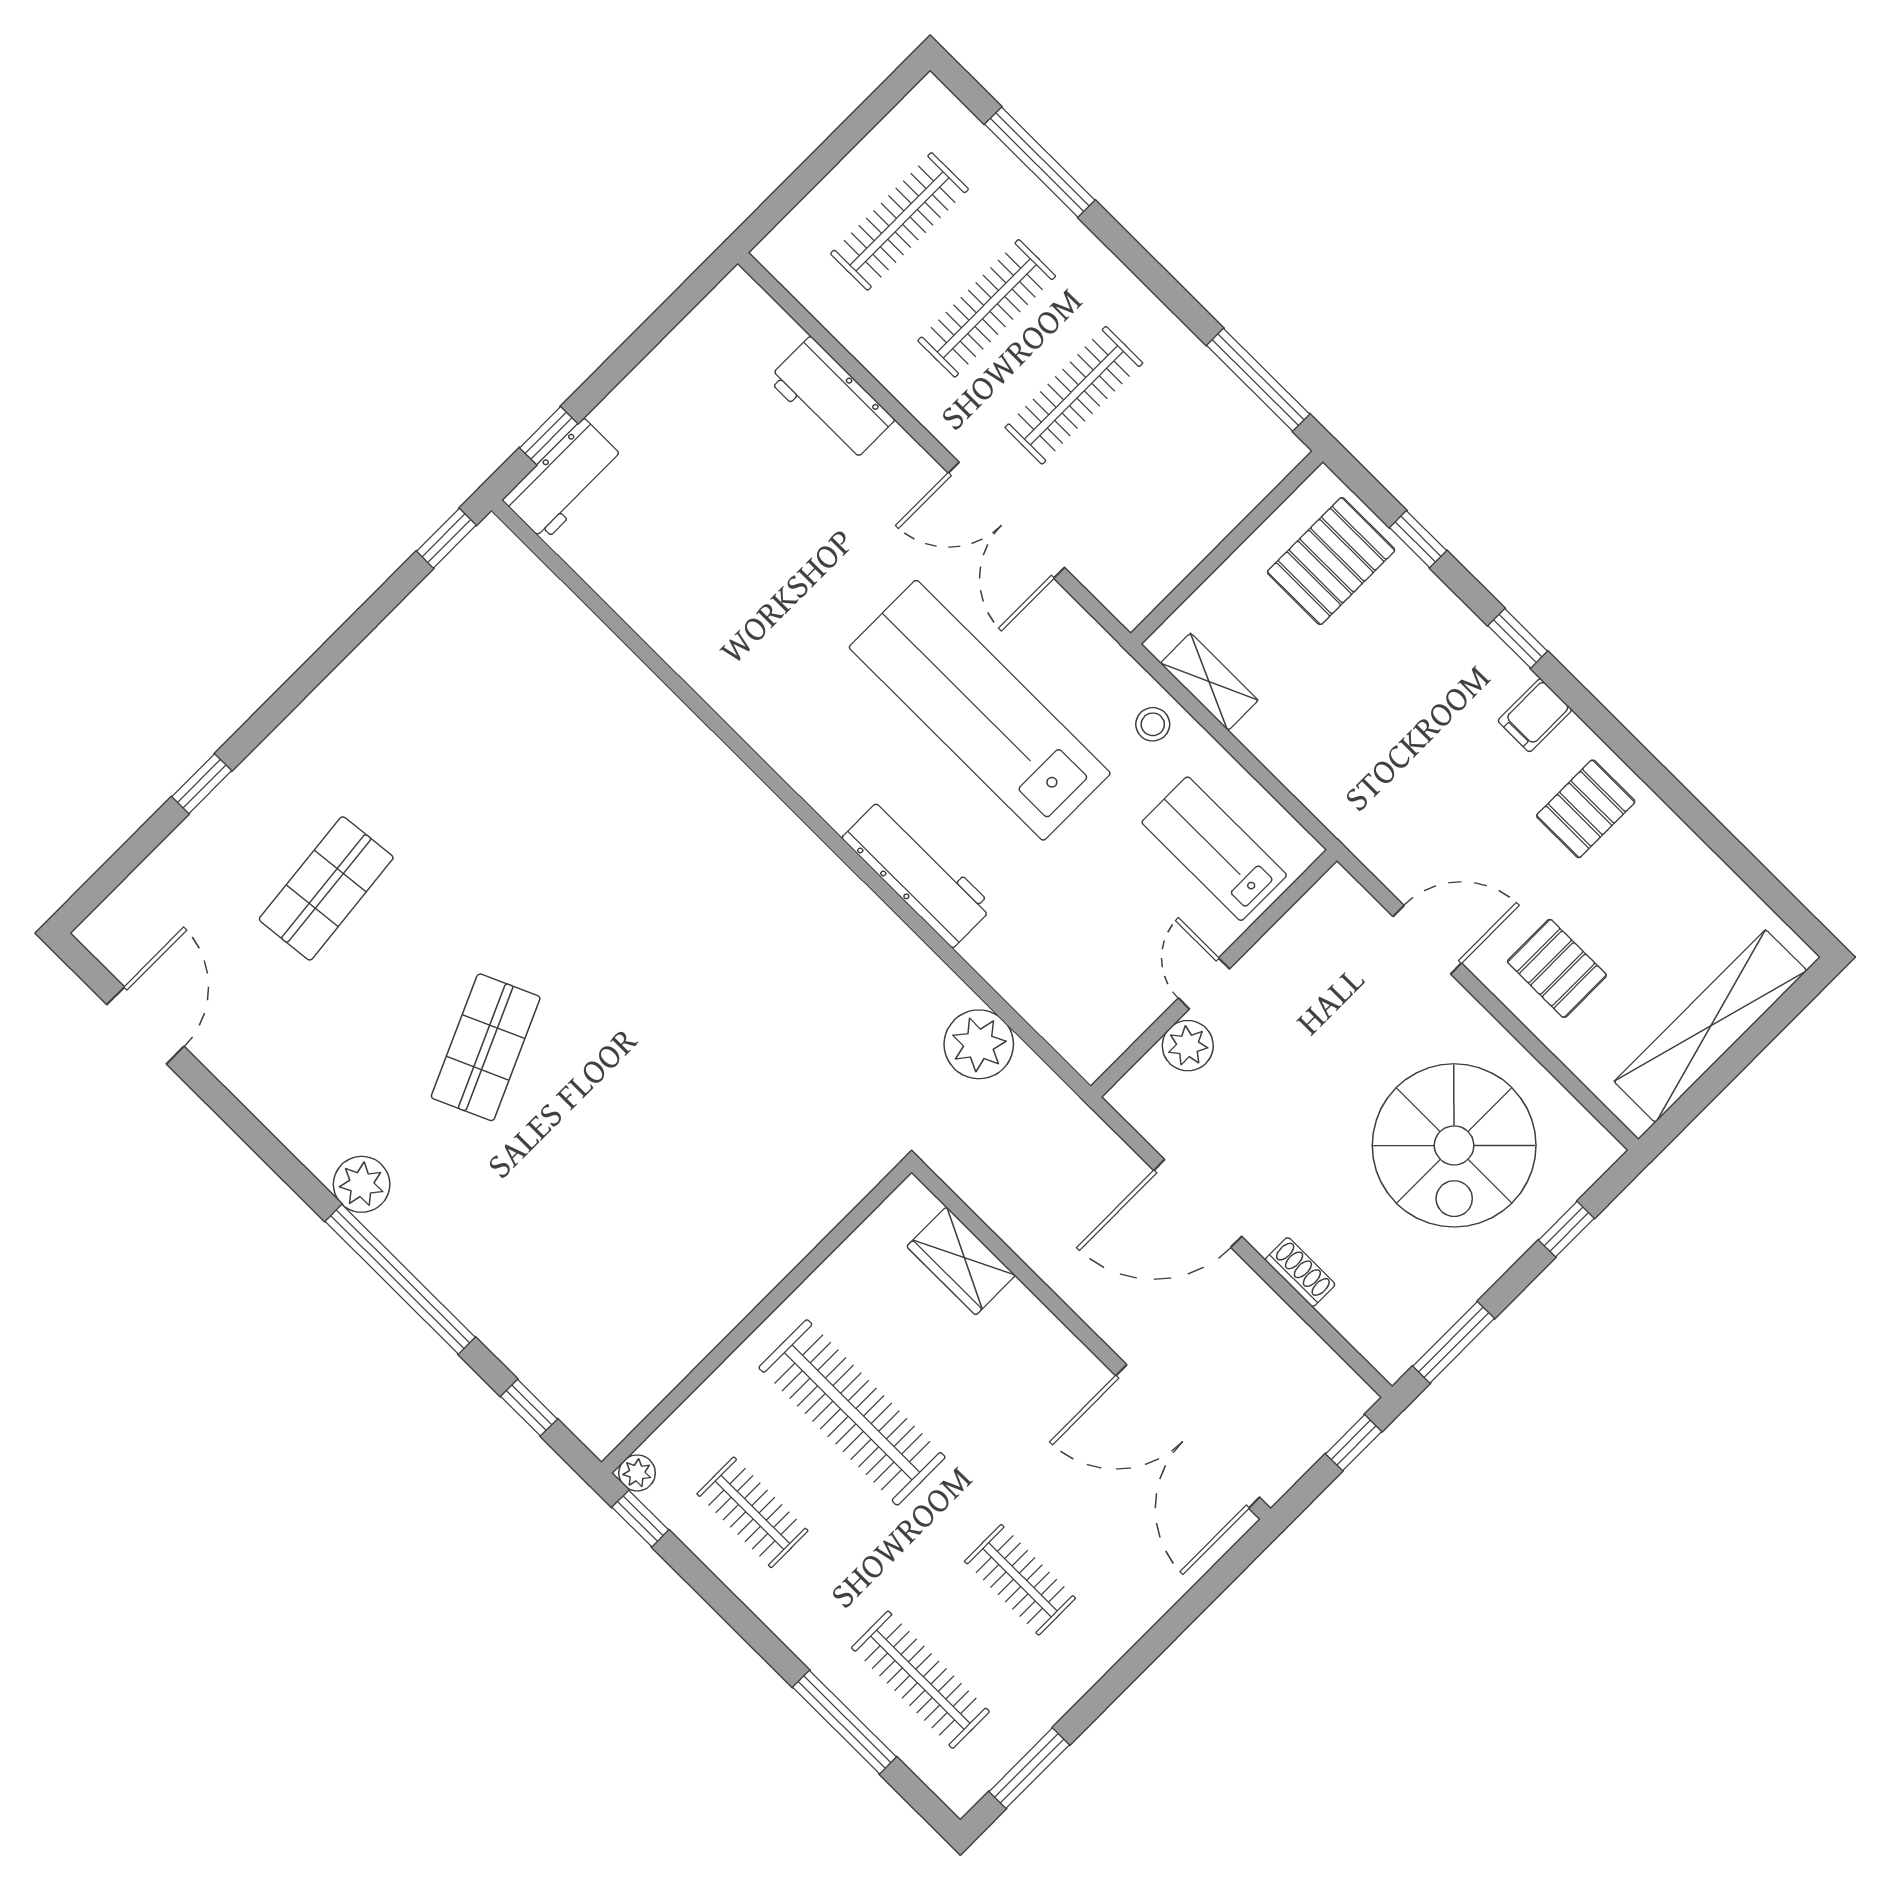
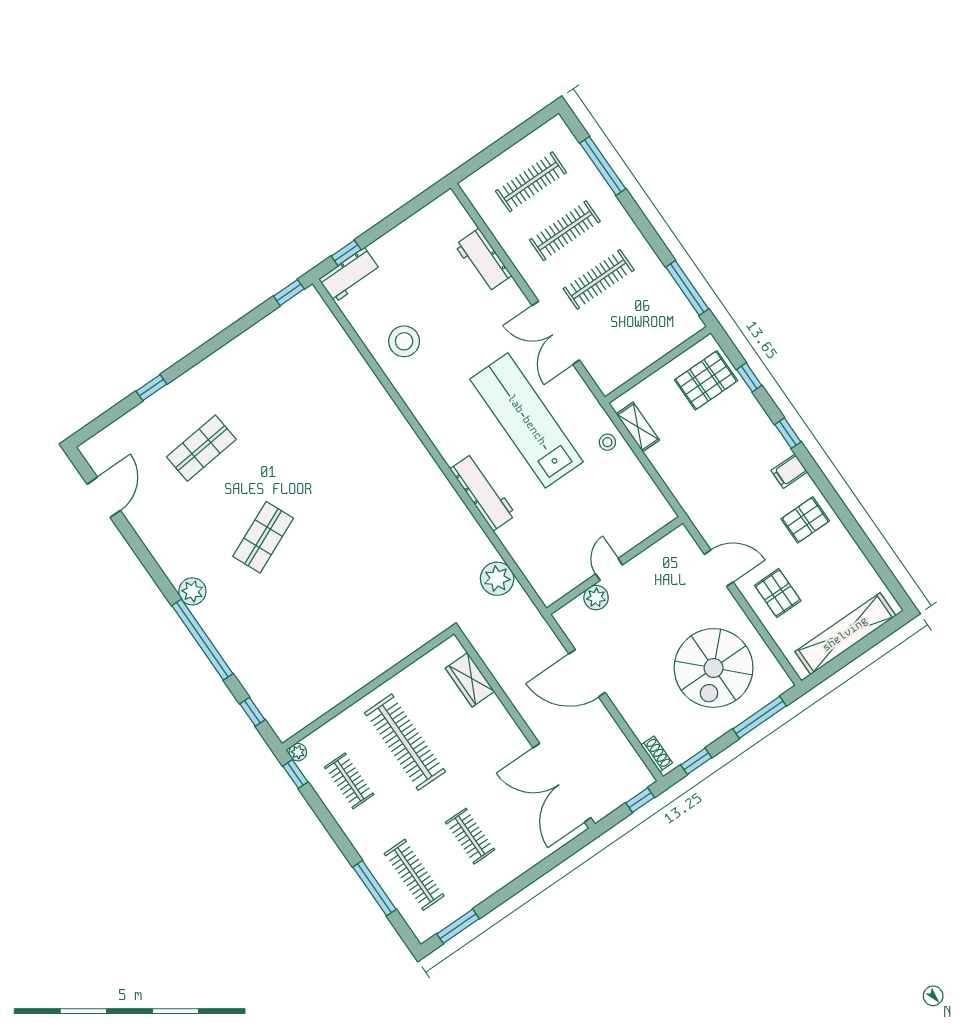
stool: (700, 595) -> (404, 341), added
lab bench: (1214, 849) -> (626, 506), removed
window: (1566, 1229) -> (760, 717), width x2.17
shoe rack: (1300, 1272) -> (657, 754), moved
window: (1454, 1342) -> (696, 761), width x0.67

